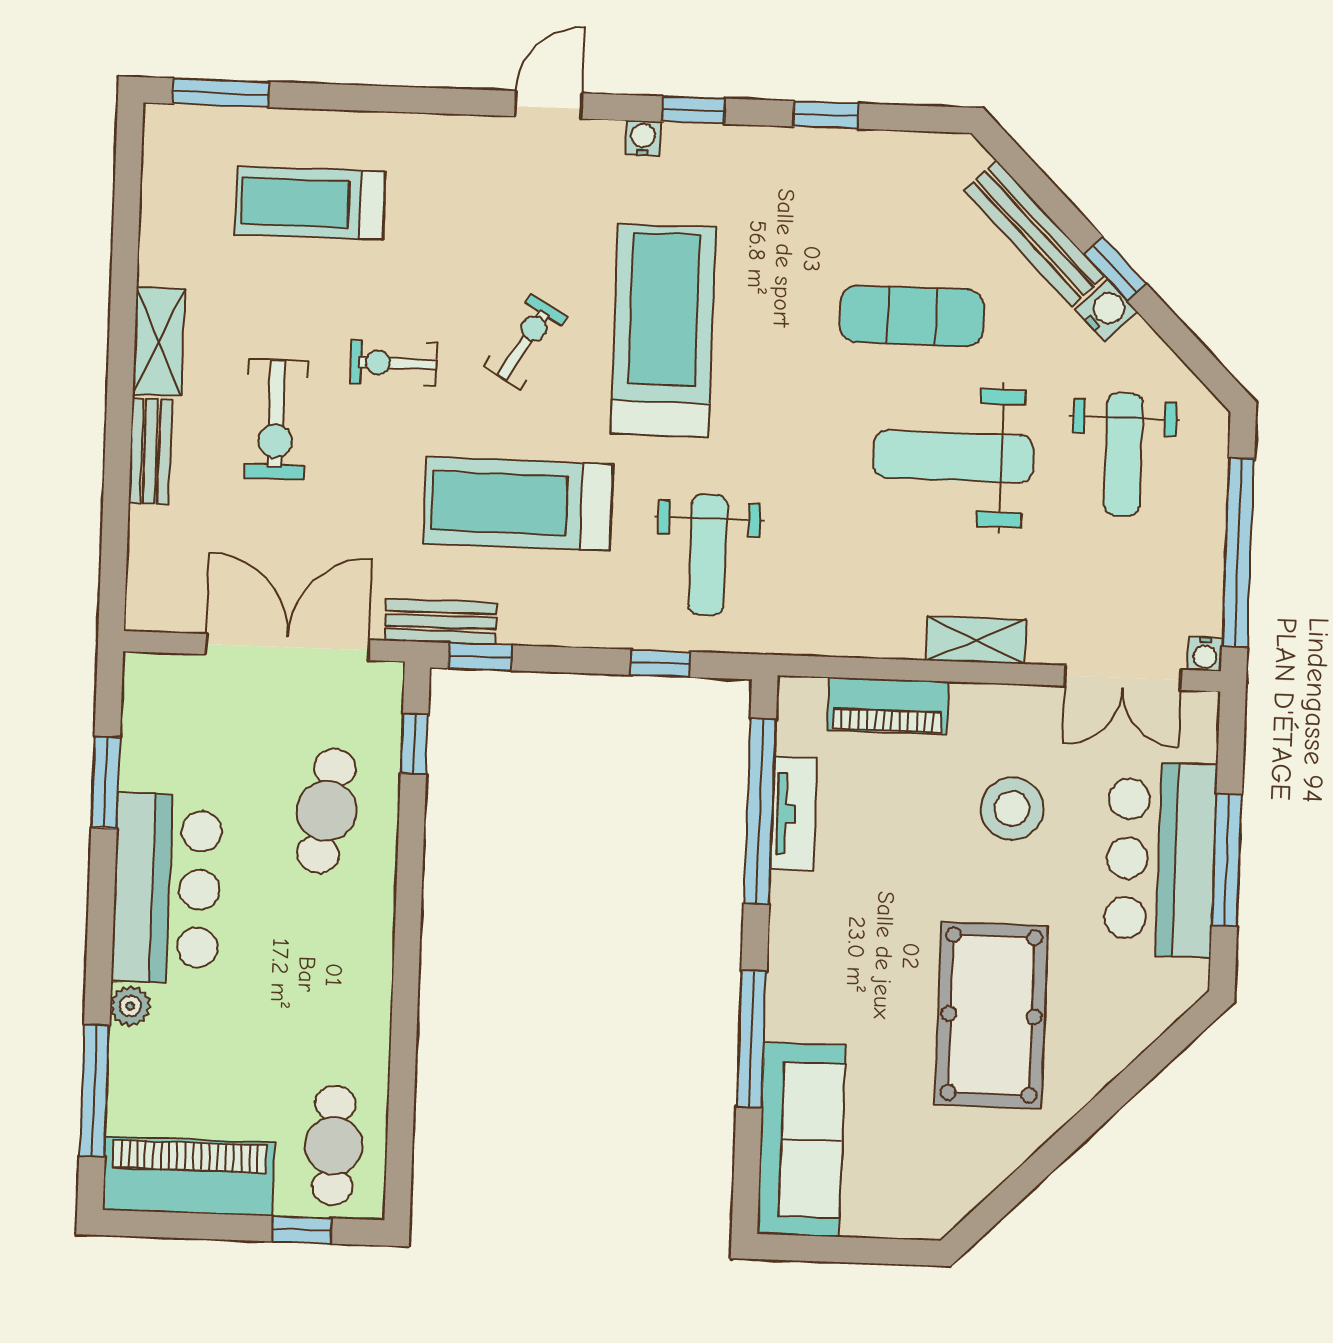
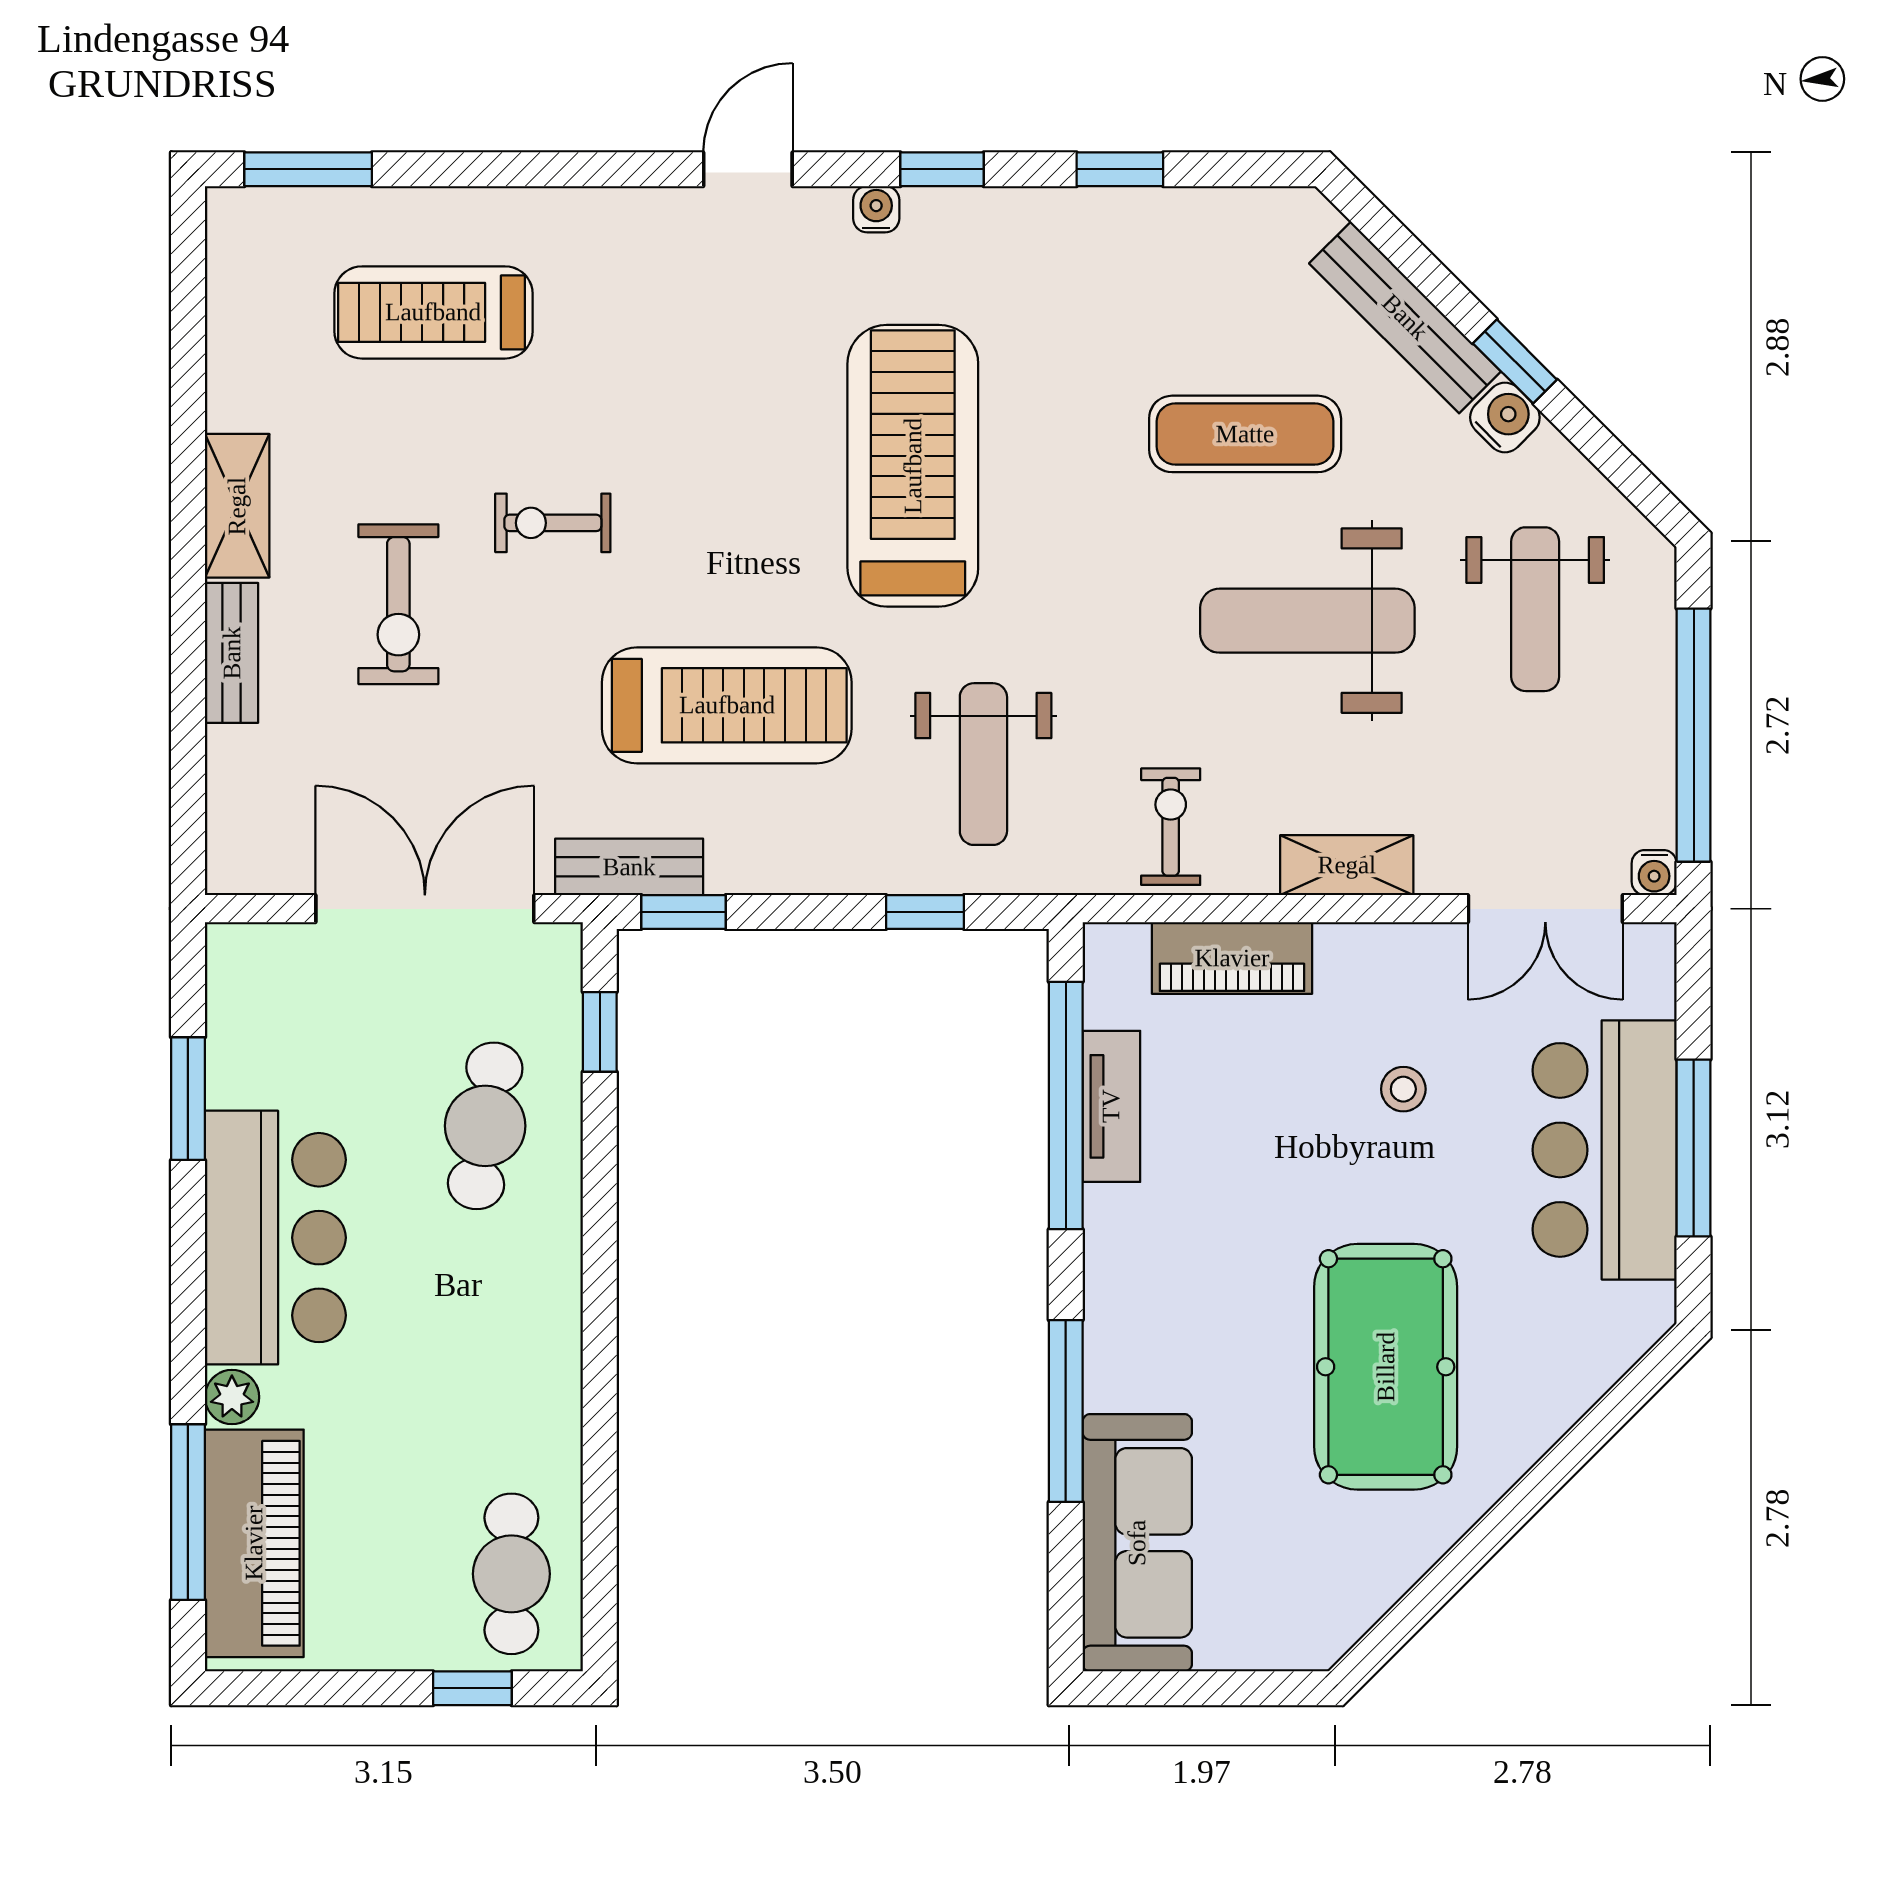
exercise bike: (525, 342) -> (1171, 827), moved, turned -31
treadmill: (518, 504) -> (727, 705), turned 180
stool: (1012, 809) -> (1403, 1089), width x0.53, depth x0.53
piano: (189, 1176) -> (254, 1543), moved, turned 90

